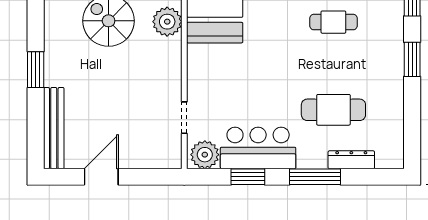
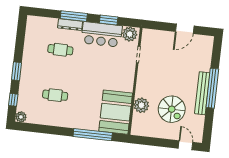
window: (36, 70) -> (212, 88), width x2.11
cafe table: (333, 110) -> (60, 50), width x0.73, depth x0.74
bench: (54, 128) -> (202, 93), moved
dresser: (351, 160) -> (70, 25), moved

